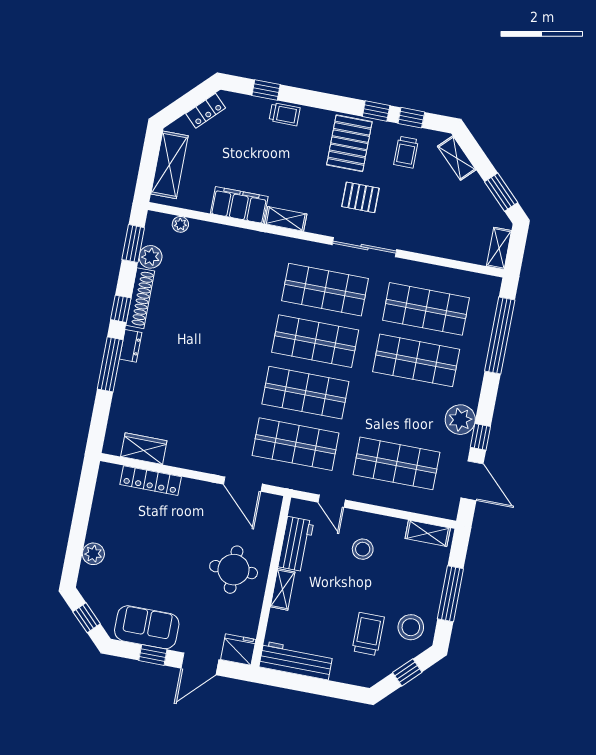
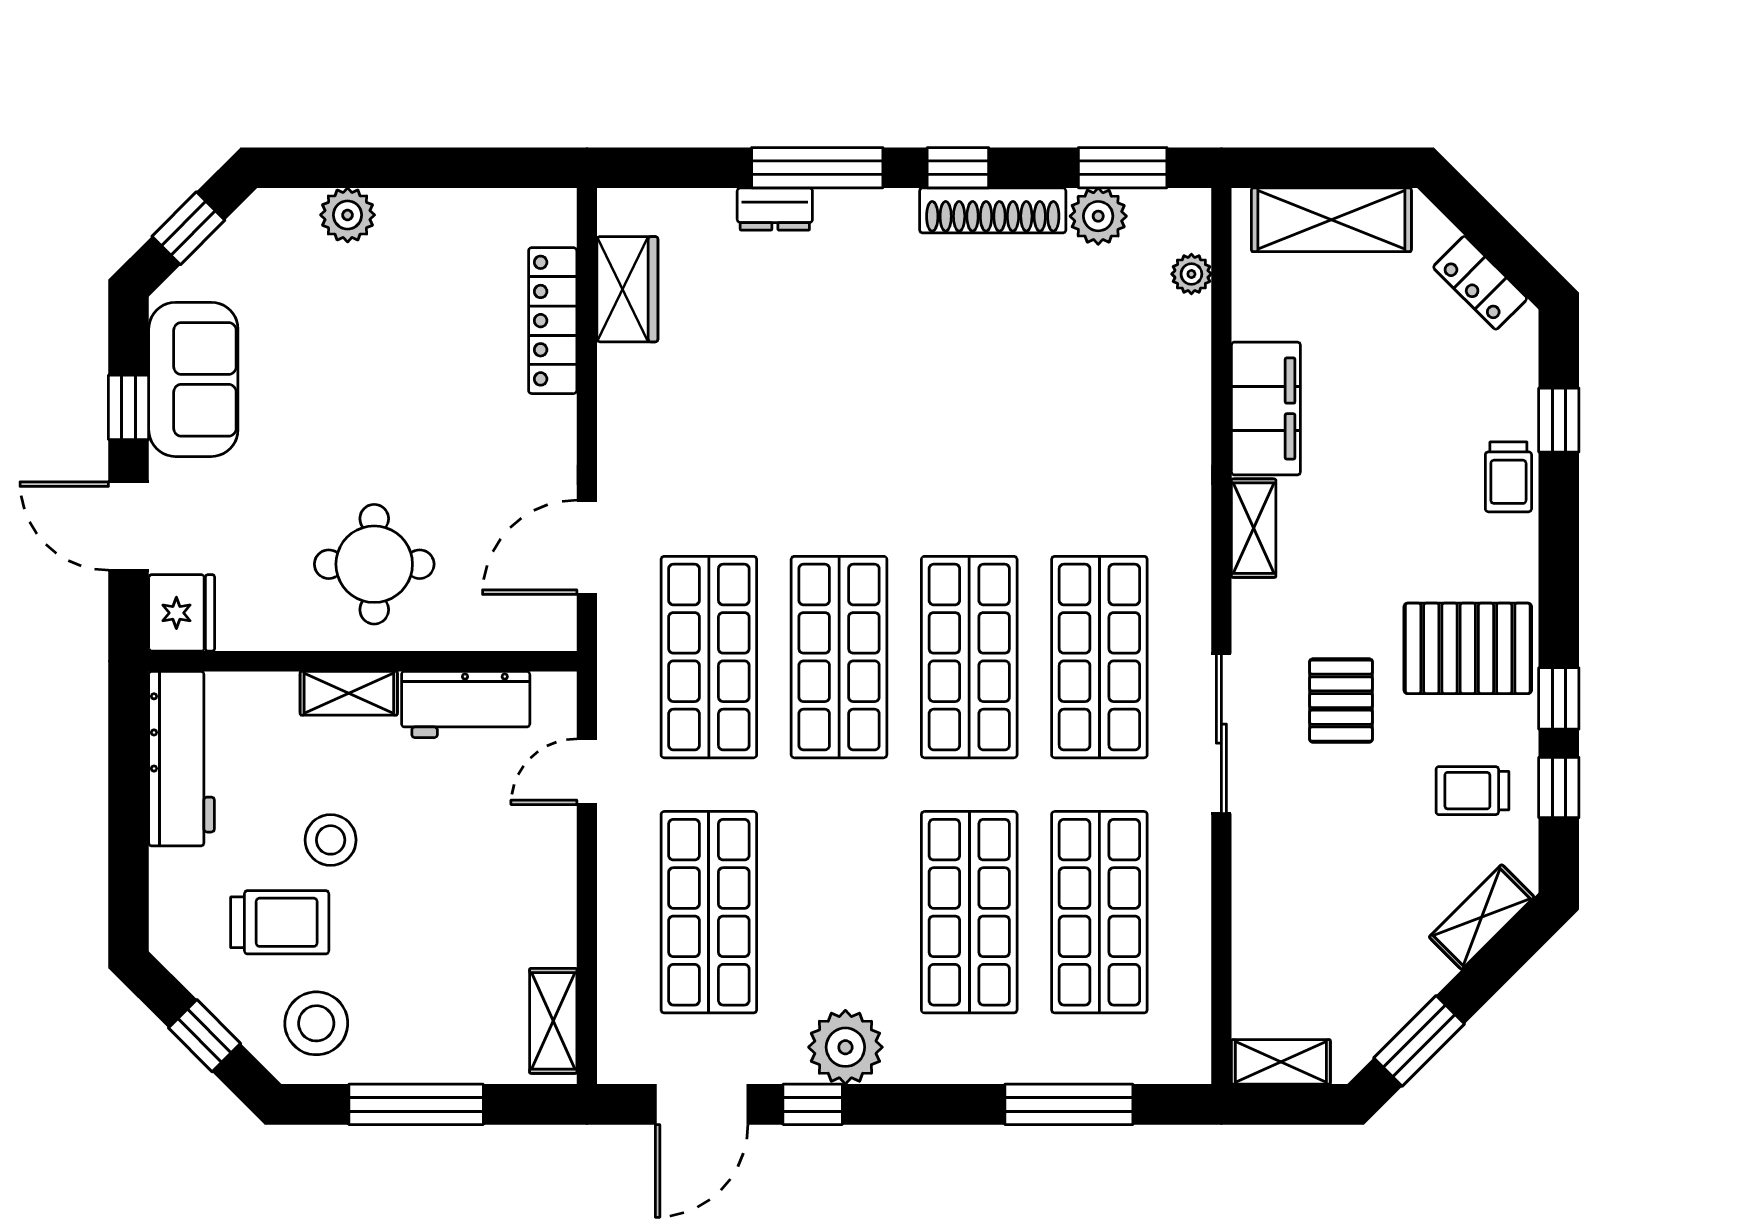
window: (500, 336) -> (1069, 1104), width x0.68
dresser: (131, 346) -> (775, 209), moved
stool: (363, 549) -> (331, 840), moved

